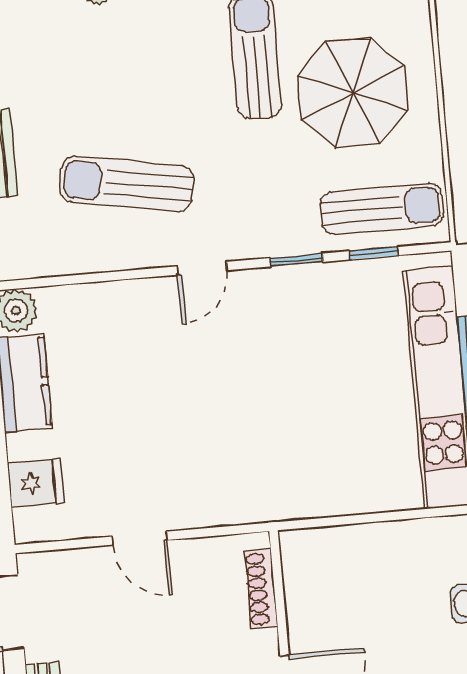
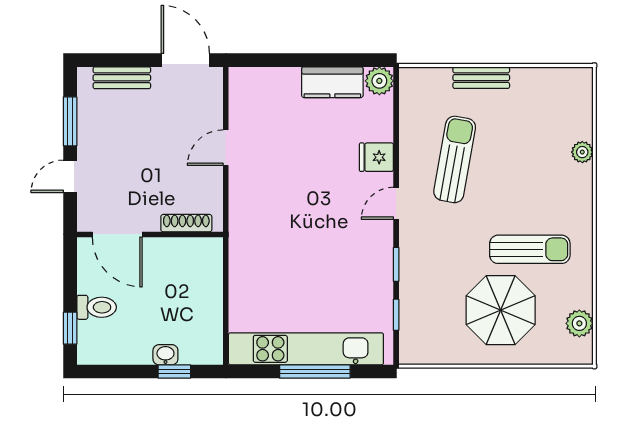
sun lounger: (382, 209) -> (424, 322), removed
door: (202, 268) -> (396, 203), hinge flipped
fridge: (35, 483) -> (376, 157), moved, turned 90

